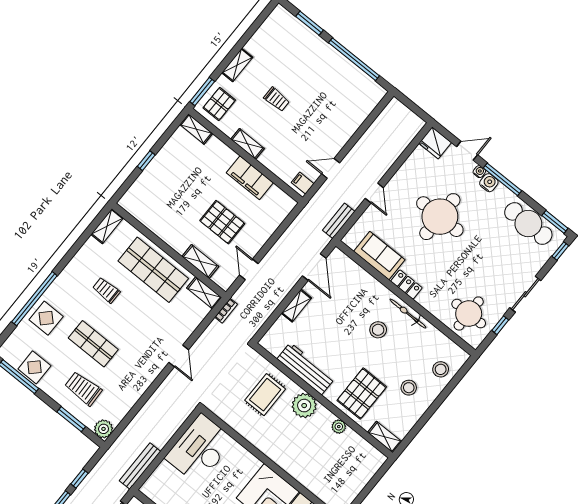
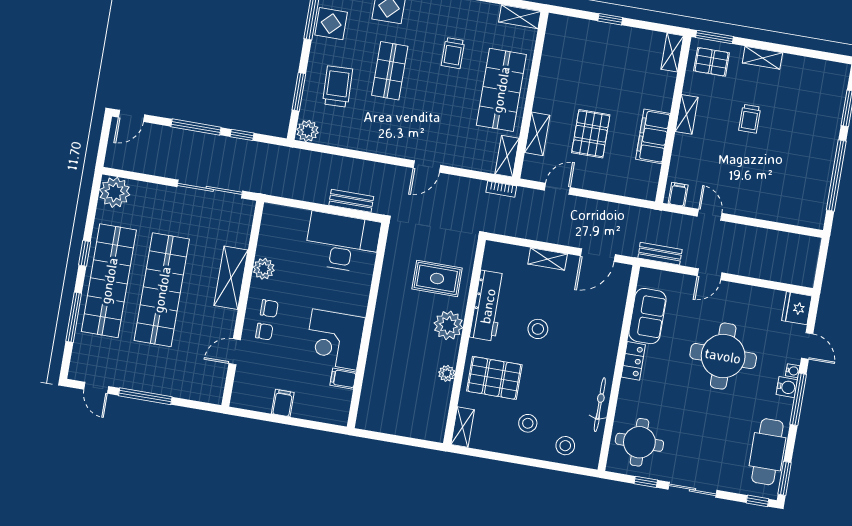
trolley: (106, 290) -> (453, 53), turned 180
bicycle: (408, 314) -> (600, 405), moved
stool: (378, 330) -> (538, 329), moved
bench: (140, 466) -> (351, 201), moved, width x0.73

